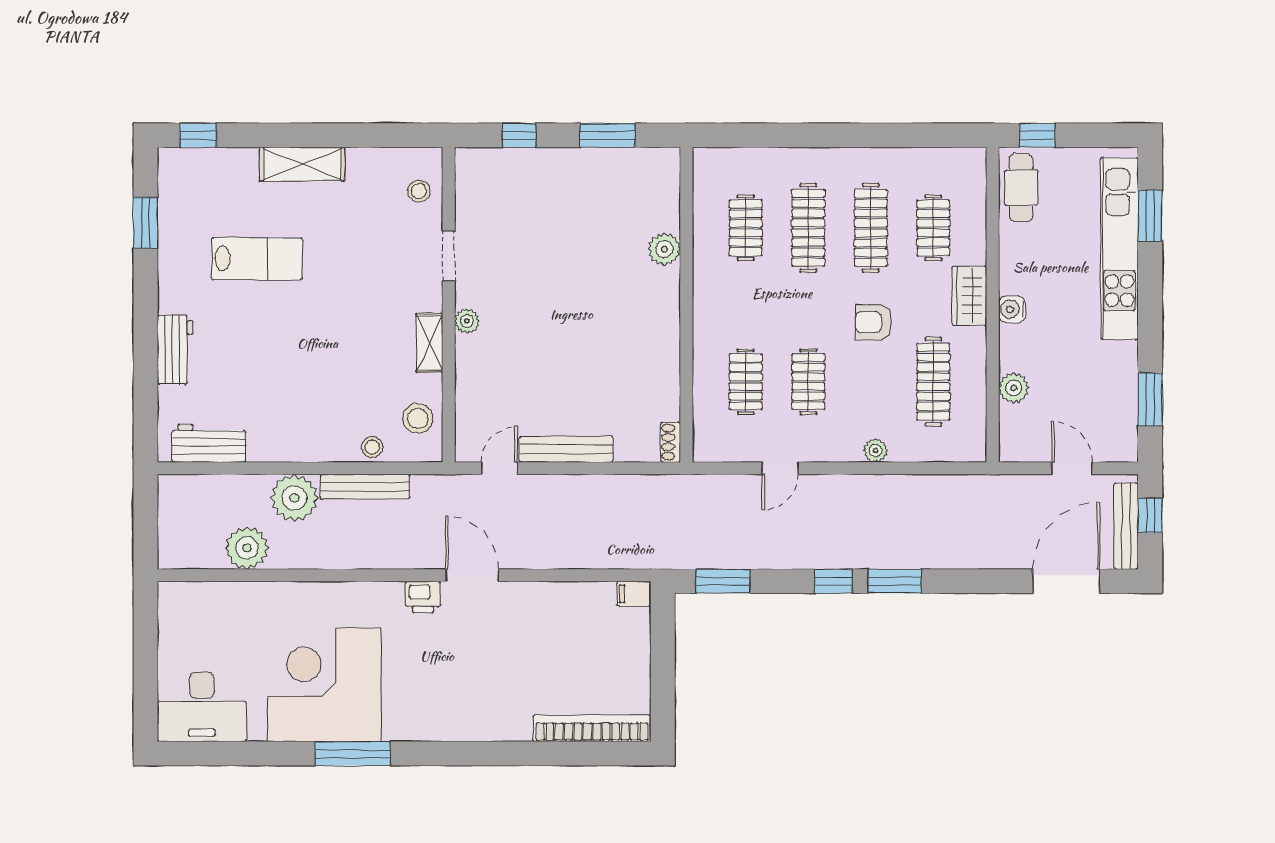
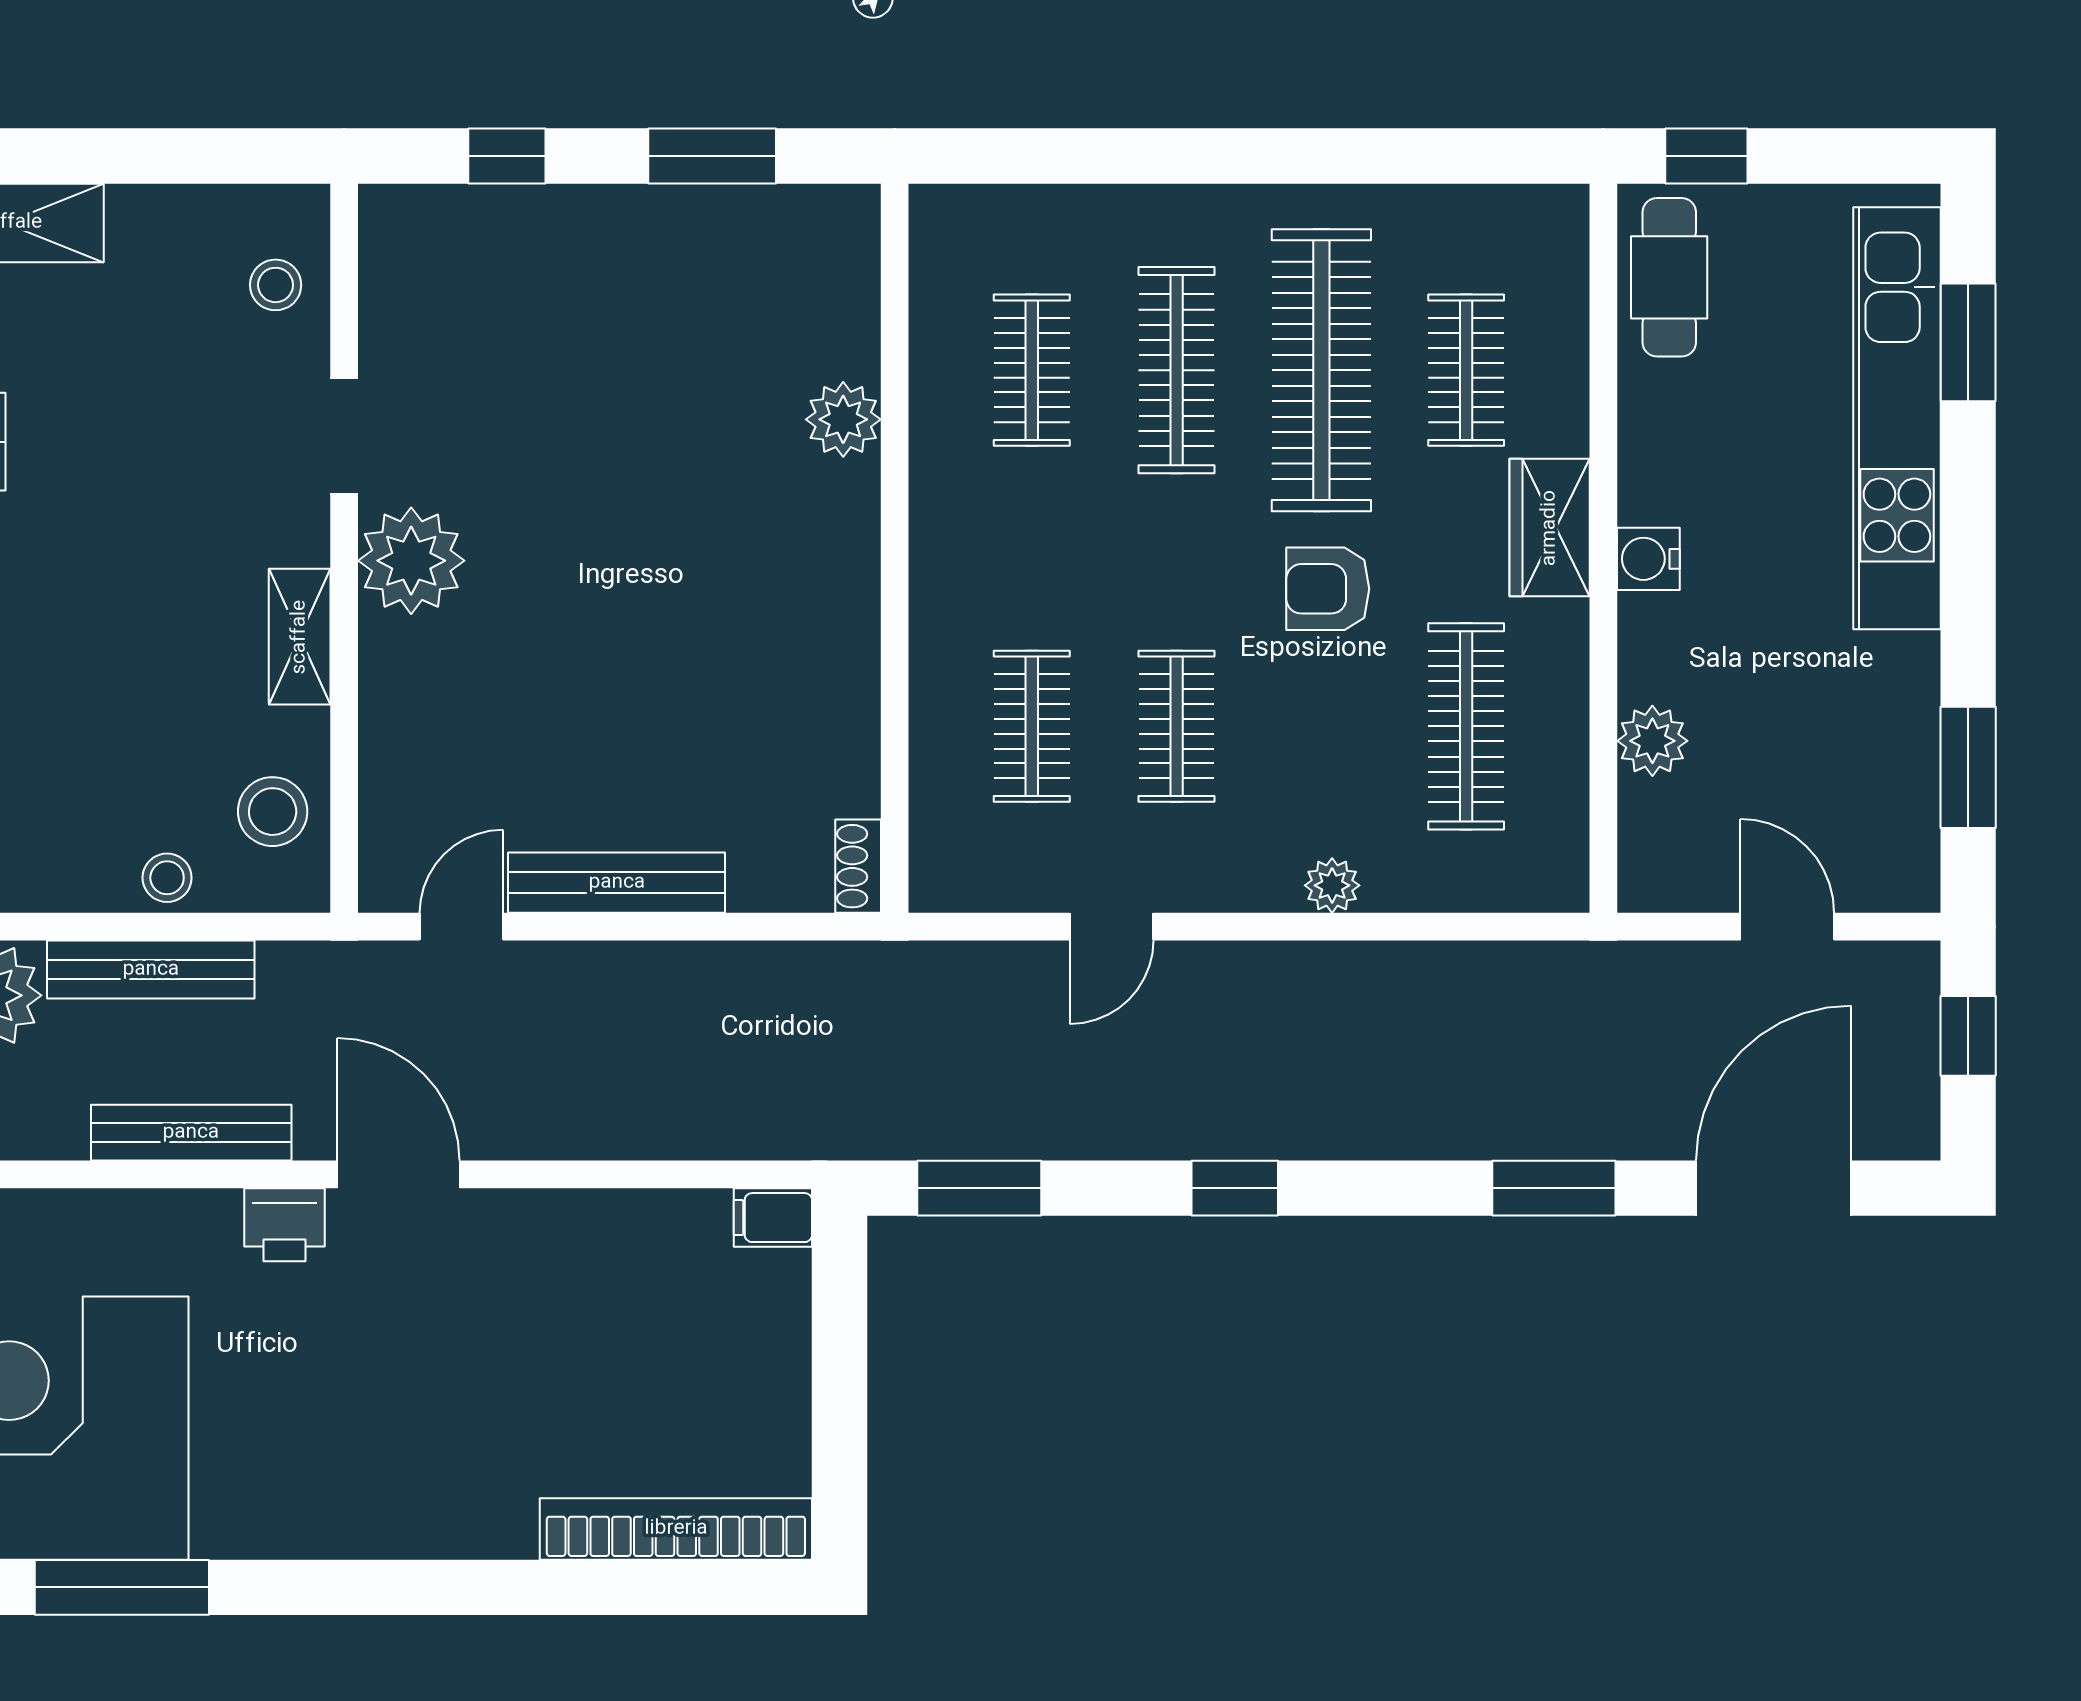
clothes rail: (871, 228) -> (1321, 370), width x1.37, depth x1.31
plant: (467, 321) -> (411, 561), width x1.87, depth x1.87
bench: (1126, 526) -> (191, 1133), moved, turned 90
window: (895, 581) -> (1554, 1188), moved

